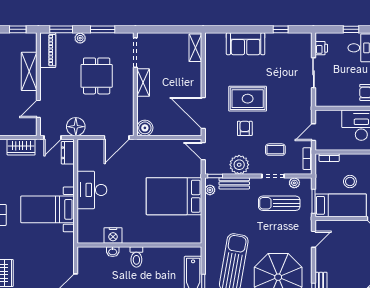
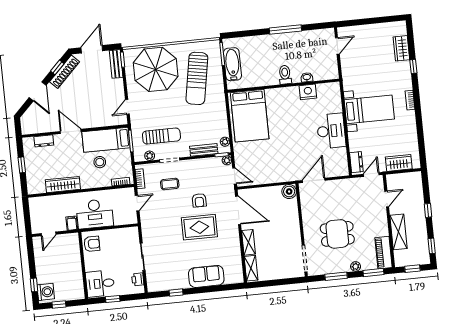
dining table: (97, 76) -> (337, 234), turned 90
shelving: (143, 83) -> (248, 242), moved
floor lamp: (76, 127) -> (351, 186), removed
plant: (239, 165) -> (227, 160), moved, width x0.53, depth x0.53
bed: (174, 196) -> (250, 116), moved, turned 90

